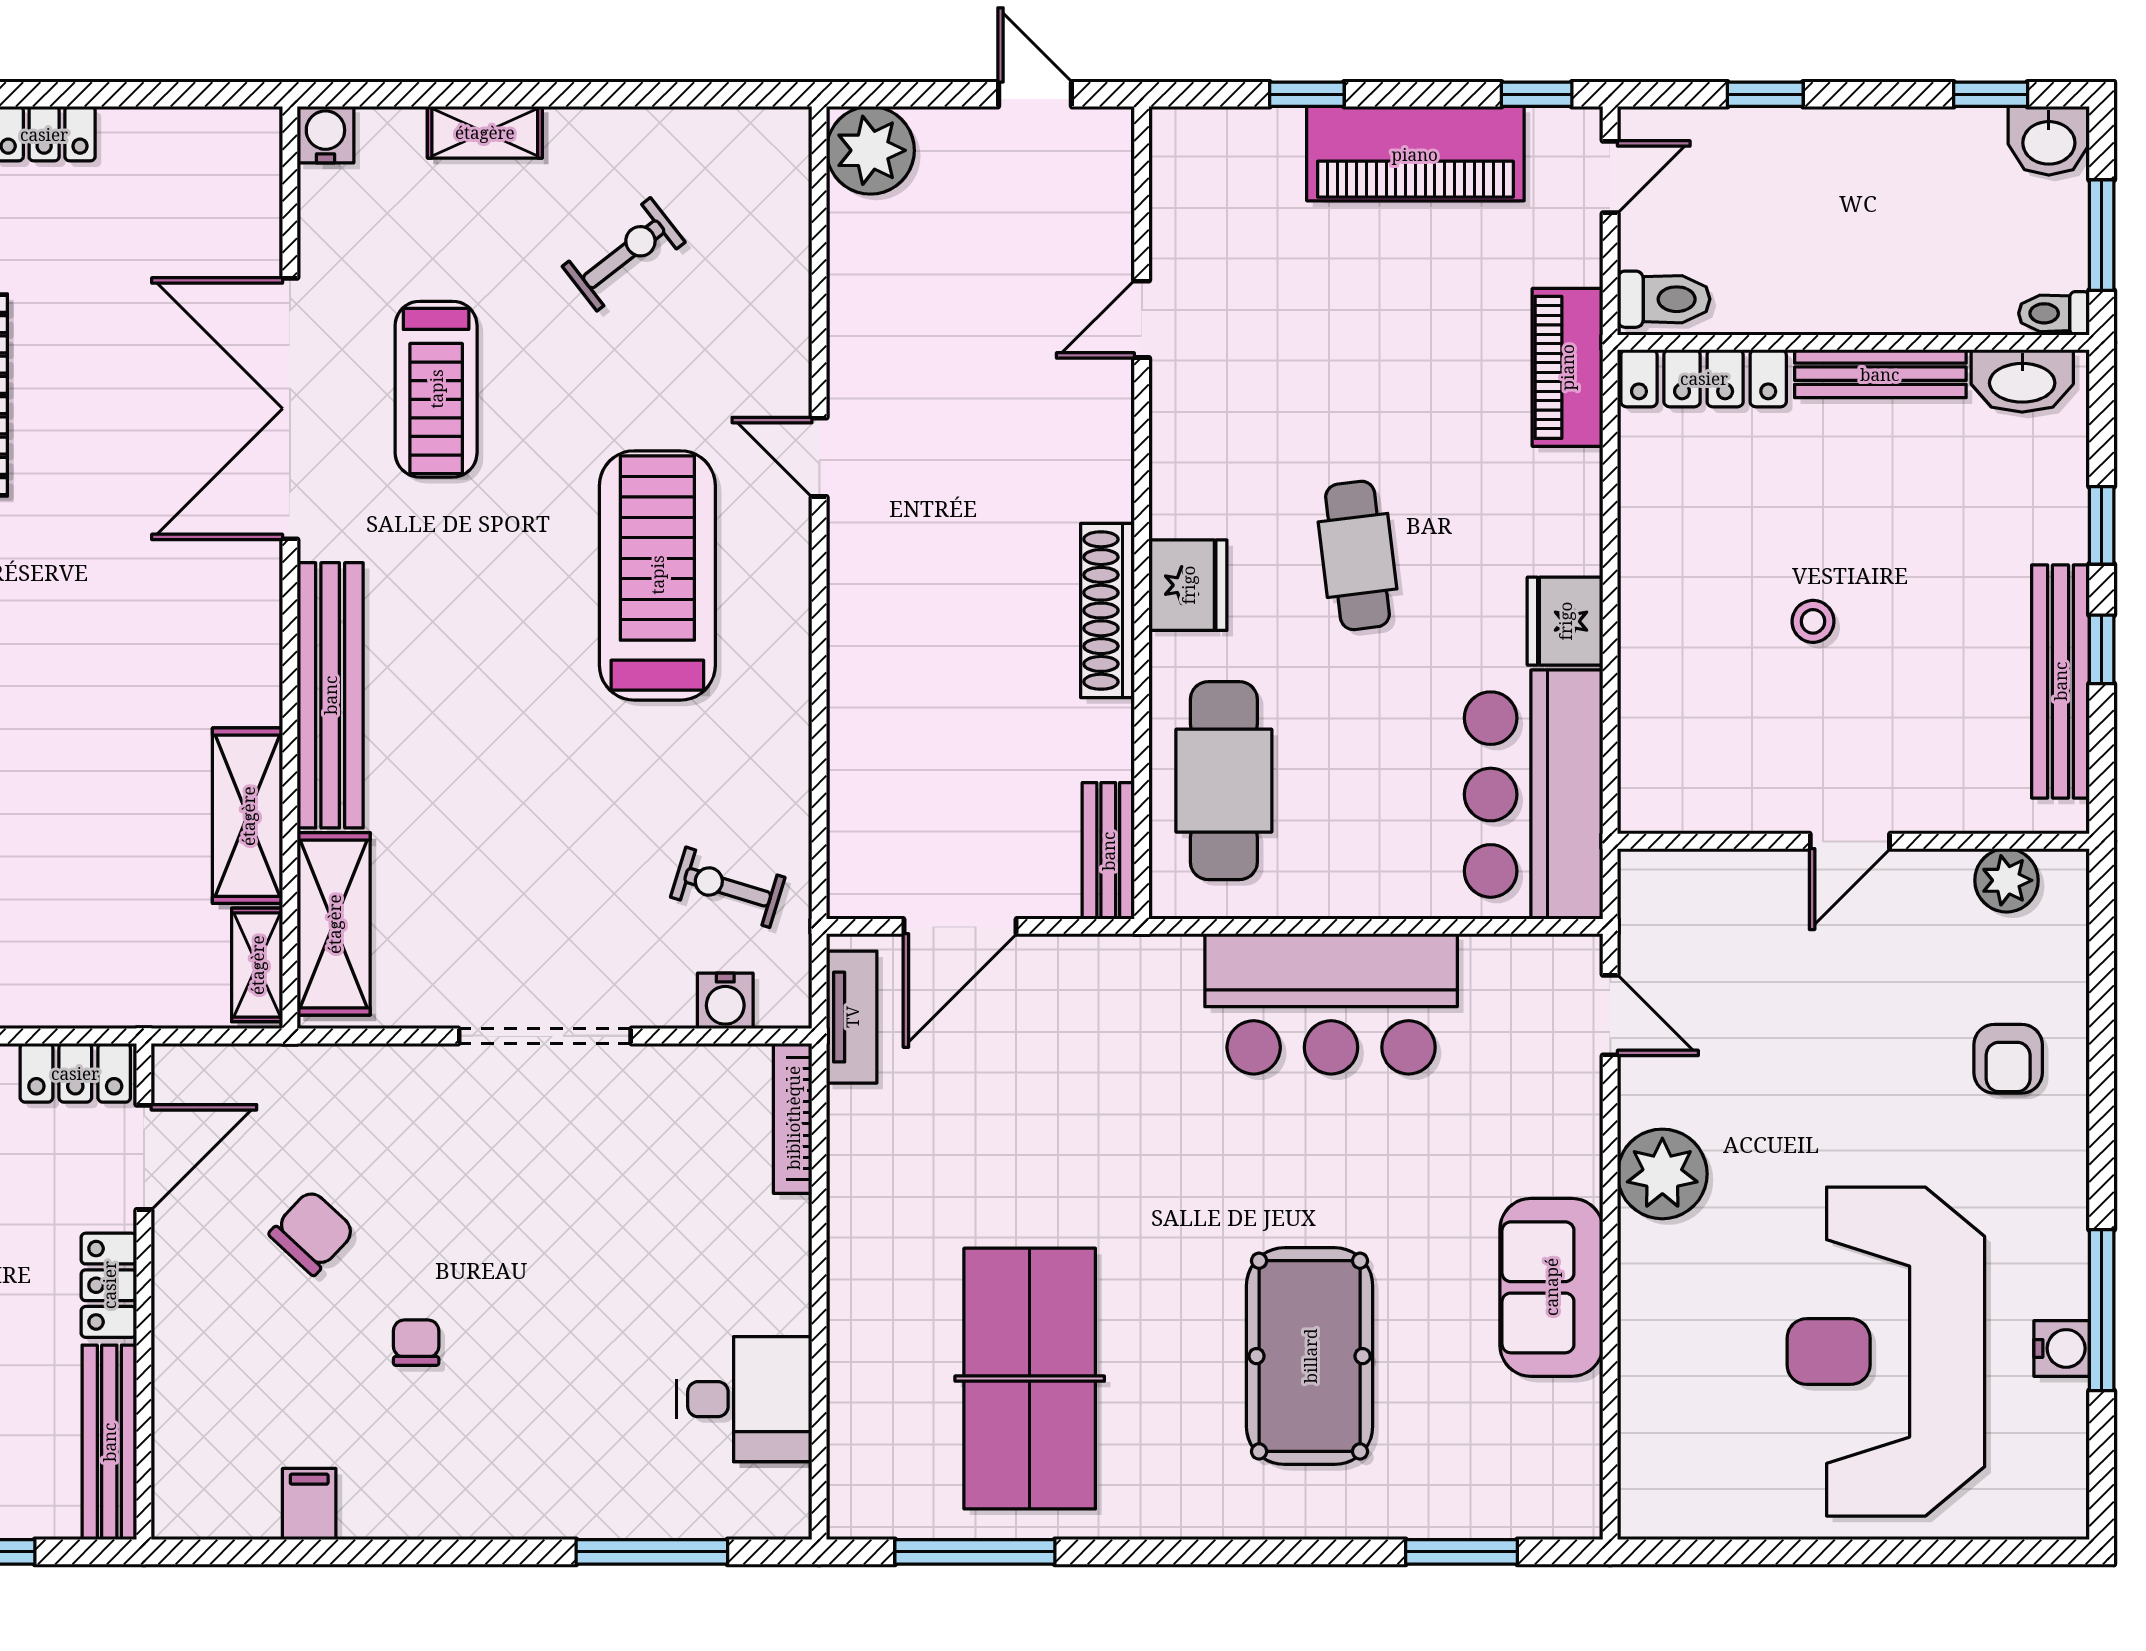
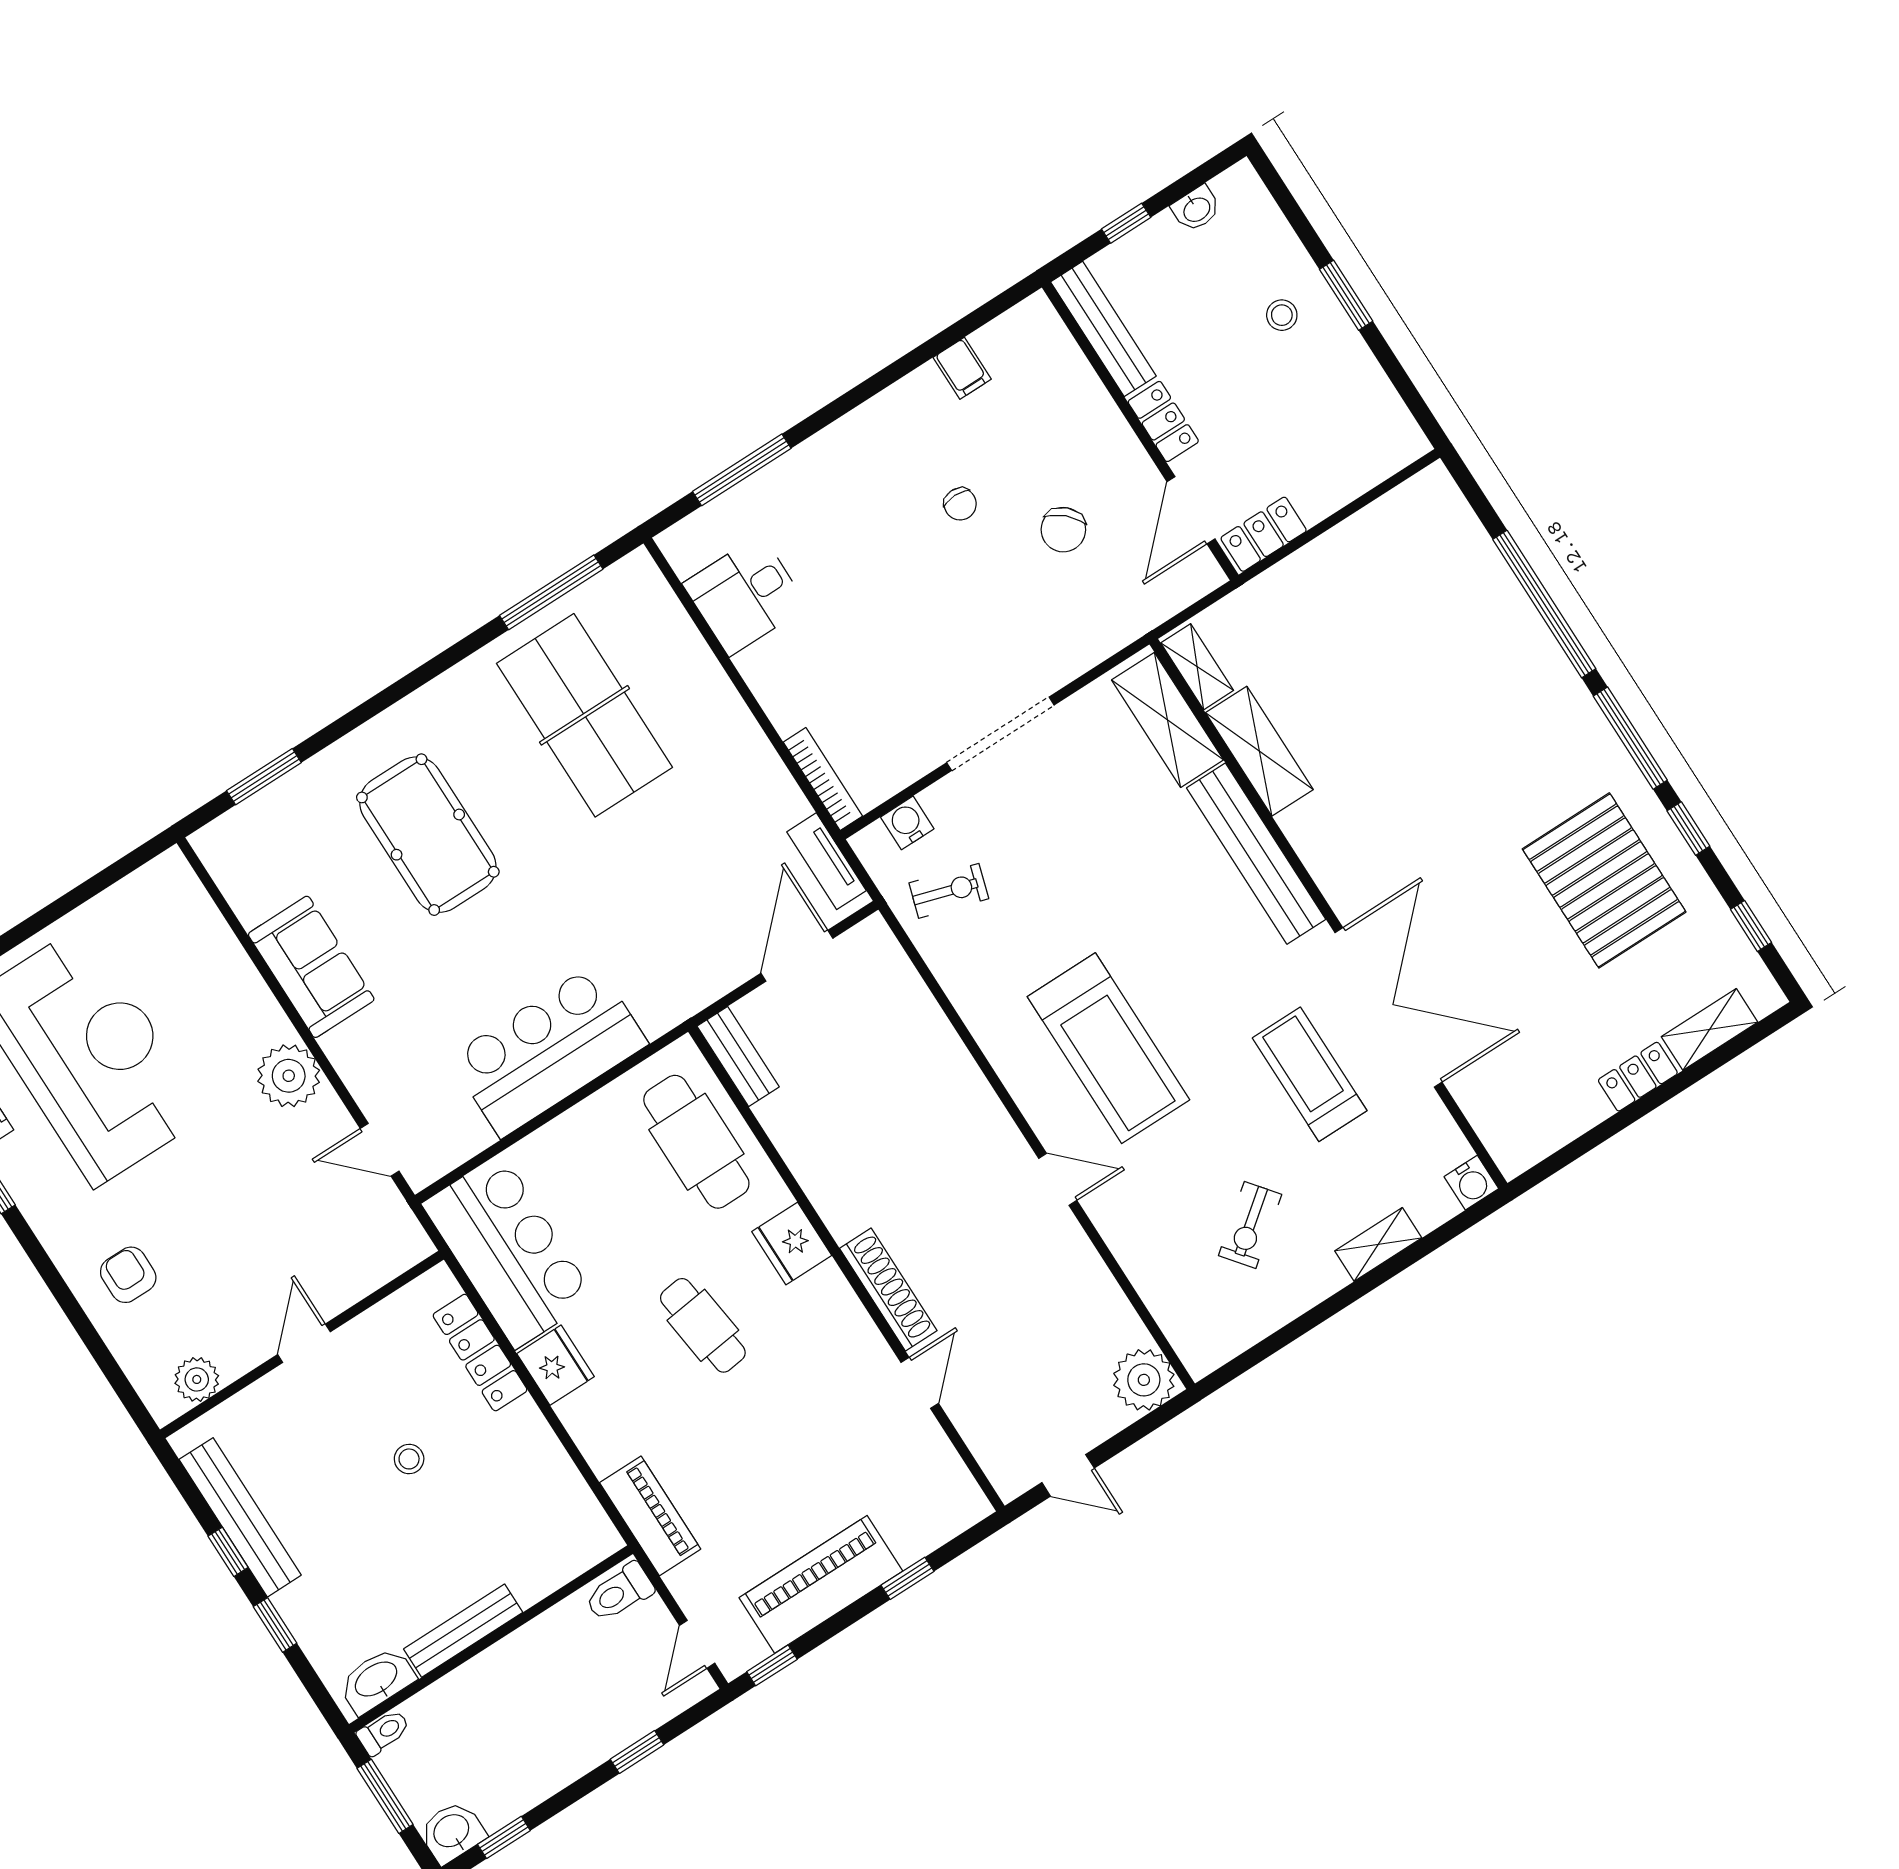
locker: (1704, 378) -> (480, 1353), moved, turned -90
shoe rack: (1107, 611) -> (888, 1289), moved

